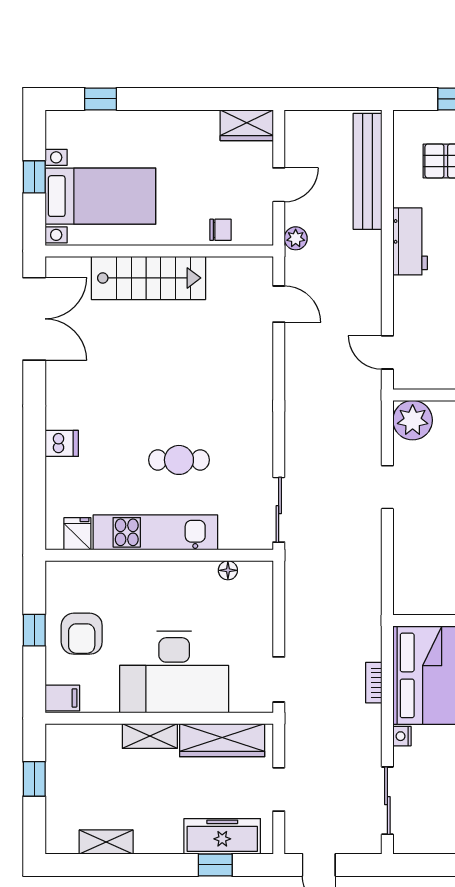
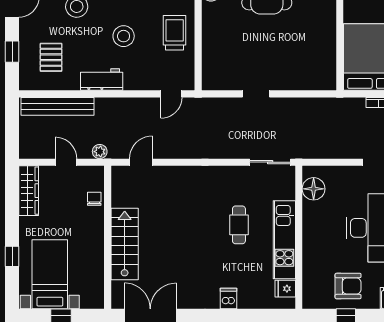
window: (101, 99) -> (12, 256), moved
wardrobe: (247, 125) -> (29, 191), width x1.50
bed with nightstands: (100, 196) -> (50, 274), moved
plant: (413, 420) -> (214, 78), removed
floor lamp: (228, 570) -> (314, 189), width x1.89, depth x1.89

